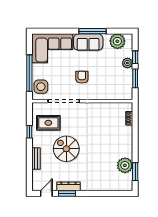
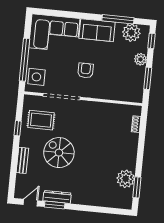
window: (92, 31) -> (118, 19), moved
window: (135, 57) -> (151, 41), moved

